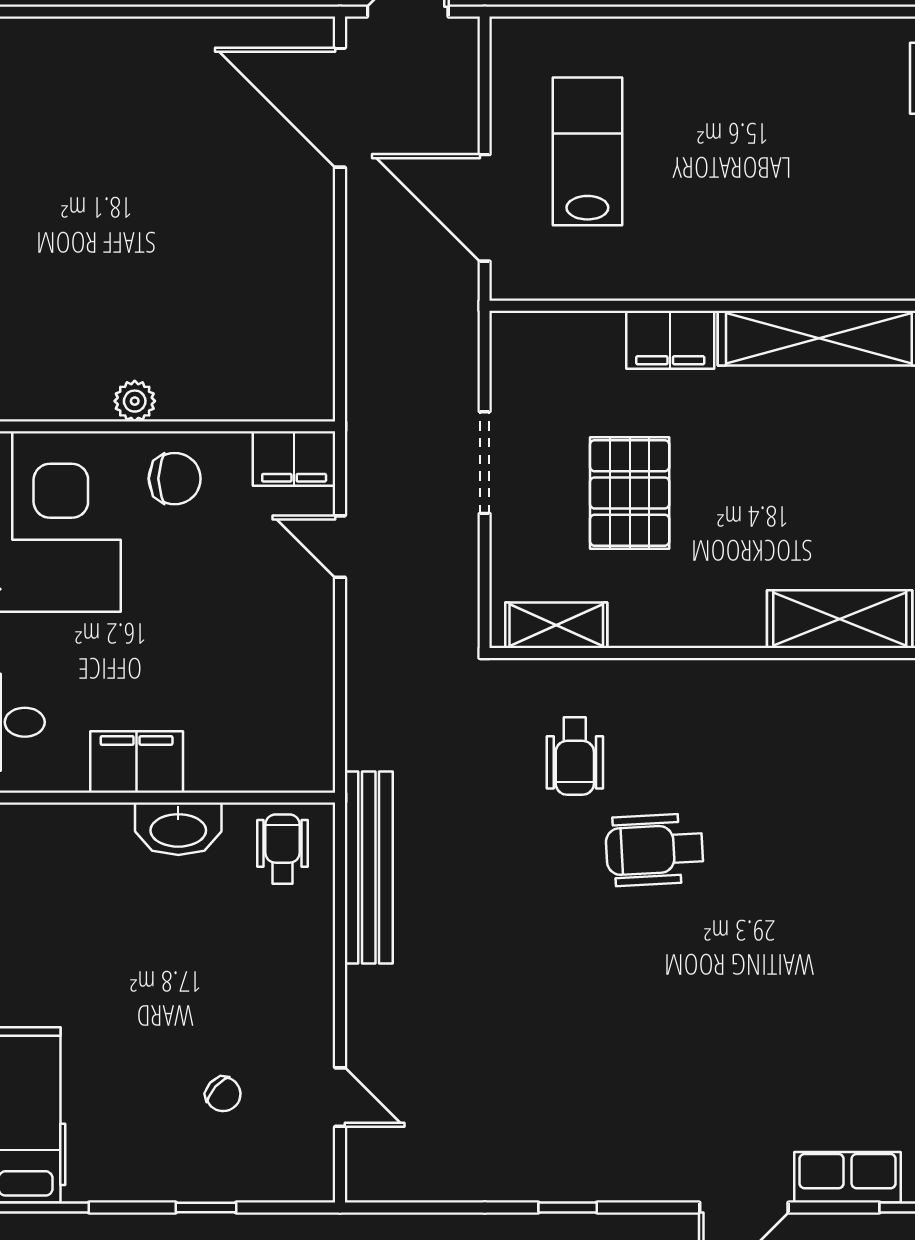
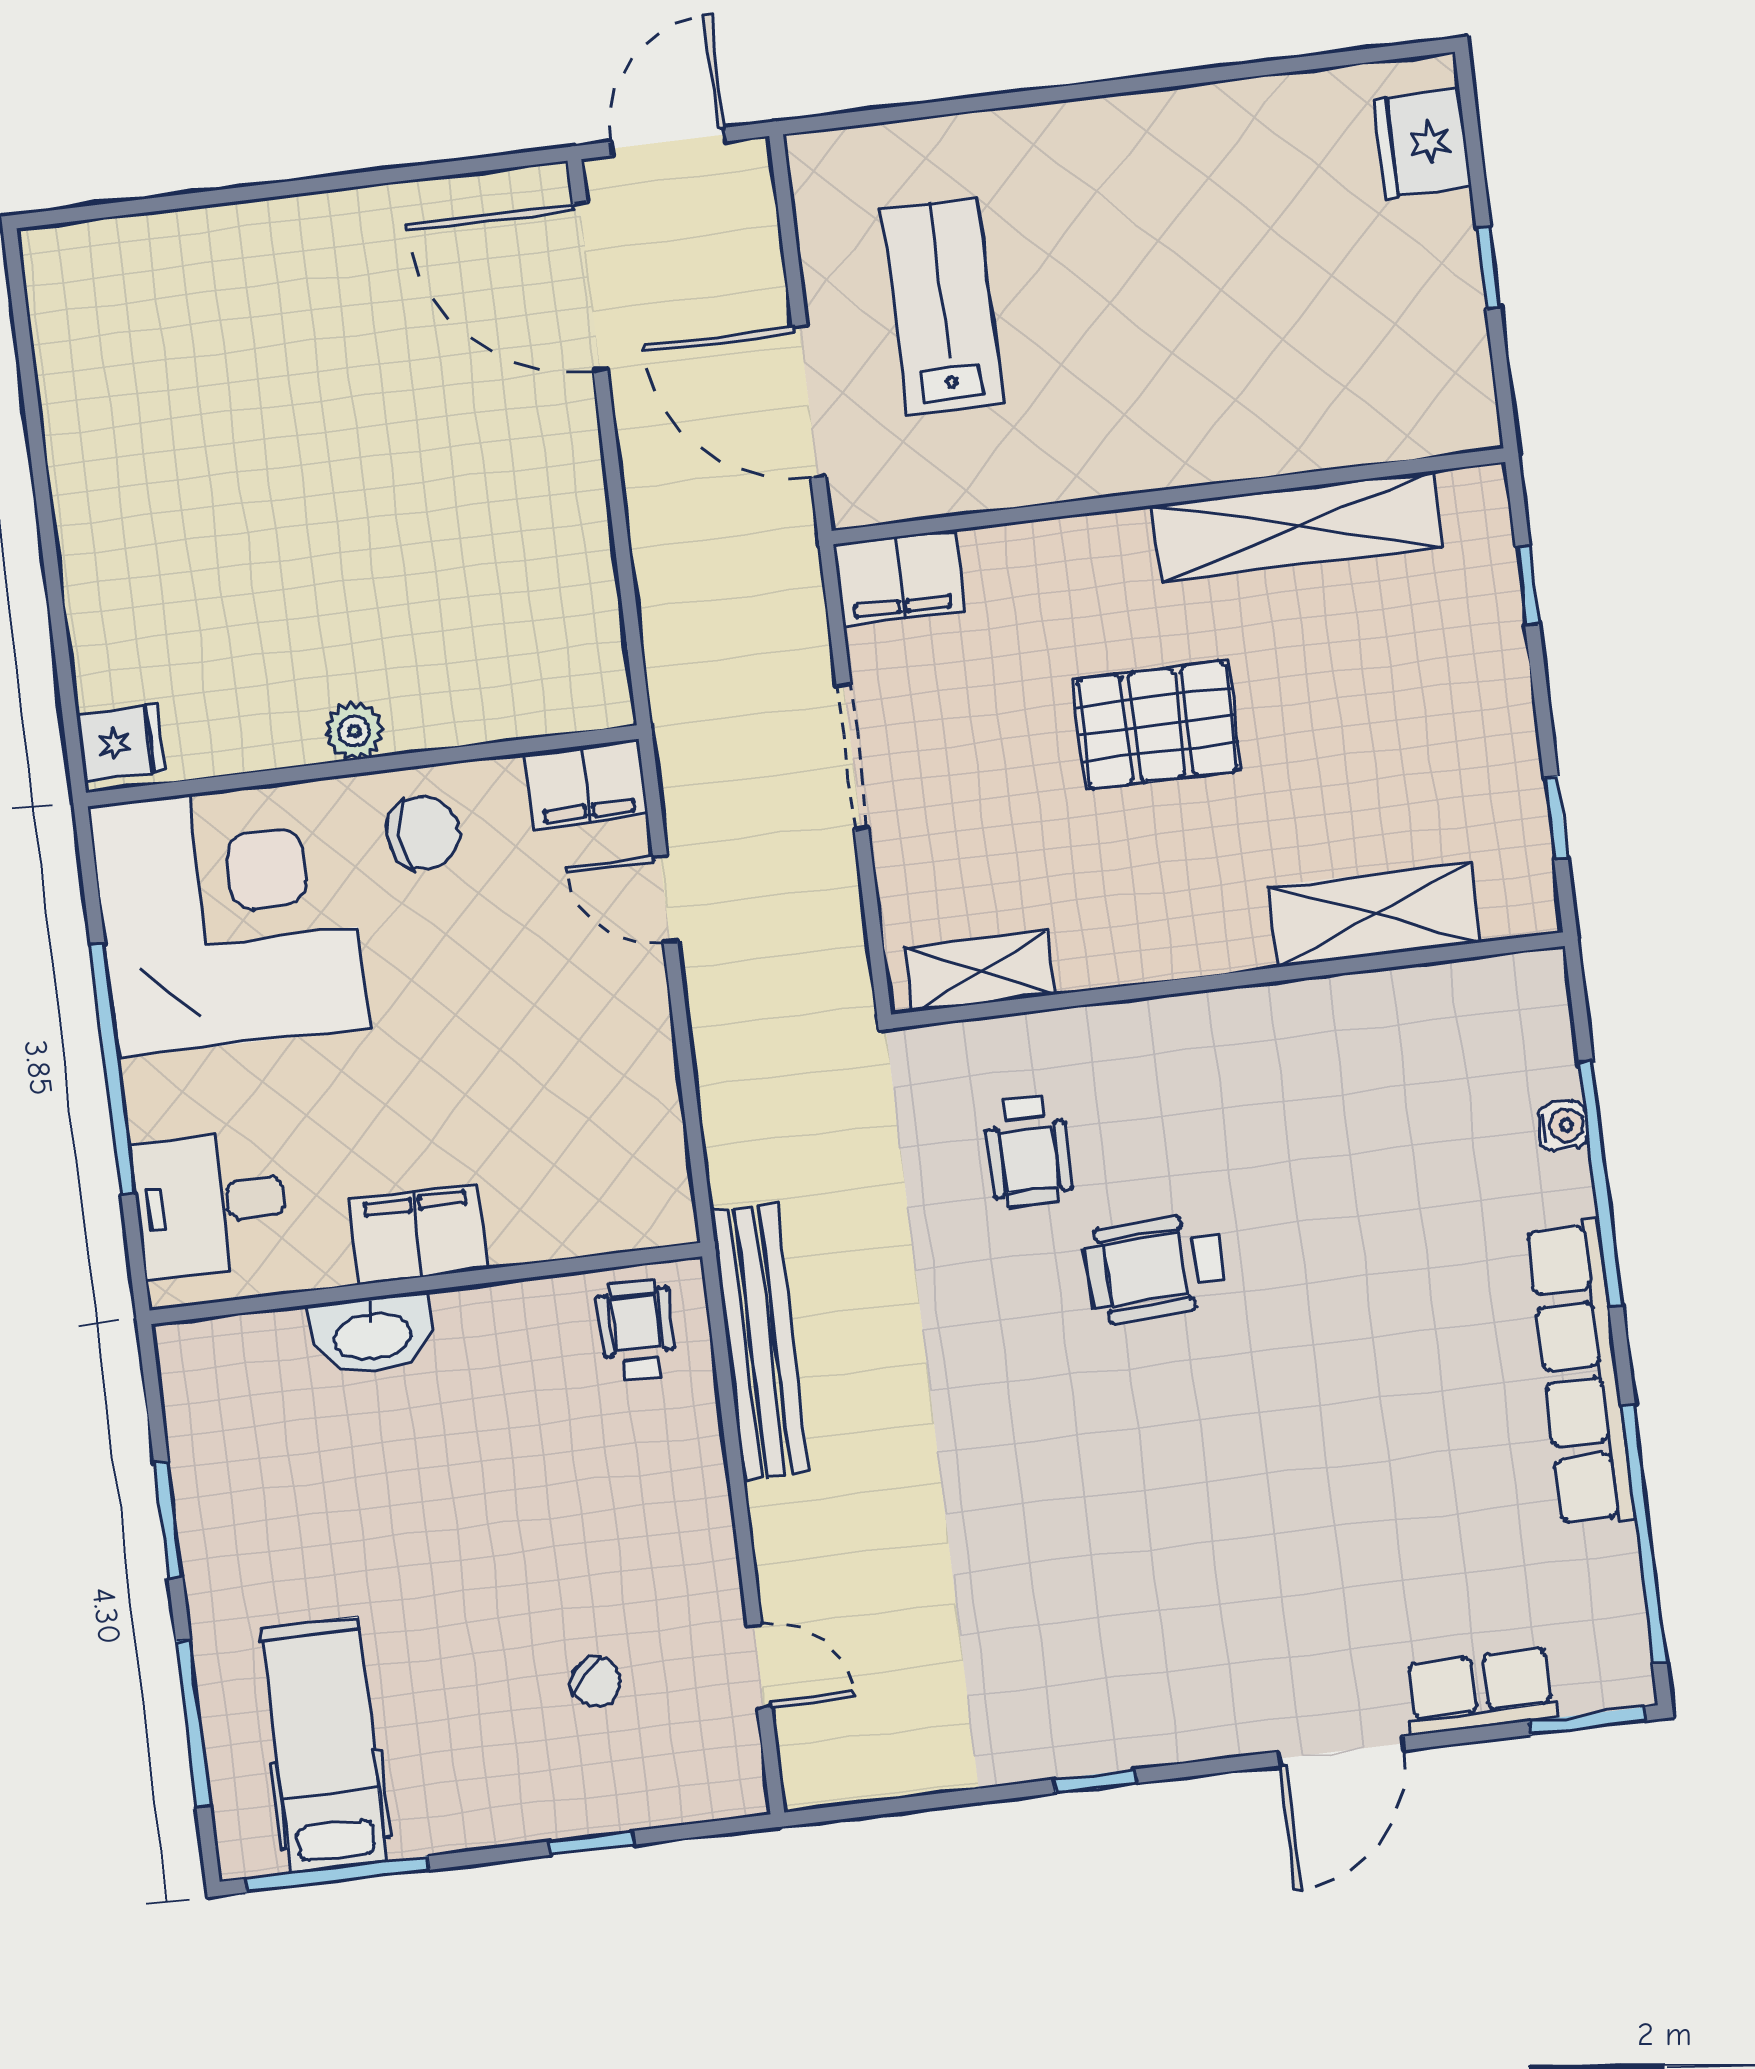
filing cabinet: (670, 340) -> (899, 578), moved
pallet: (630, 493) -> (1157, 725), moved, turned 90
washbasin: (178, 829) -> (372, 1334), moved

